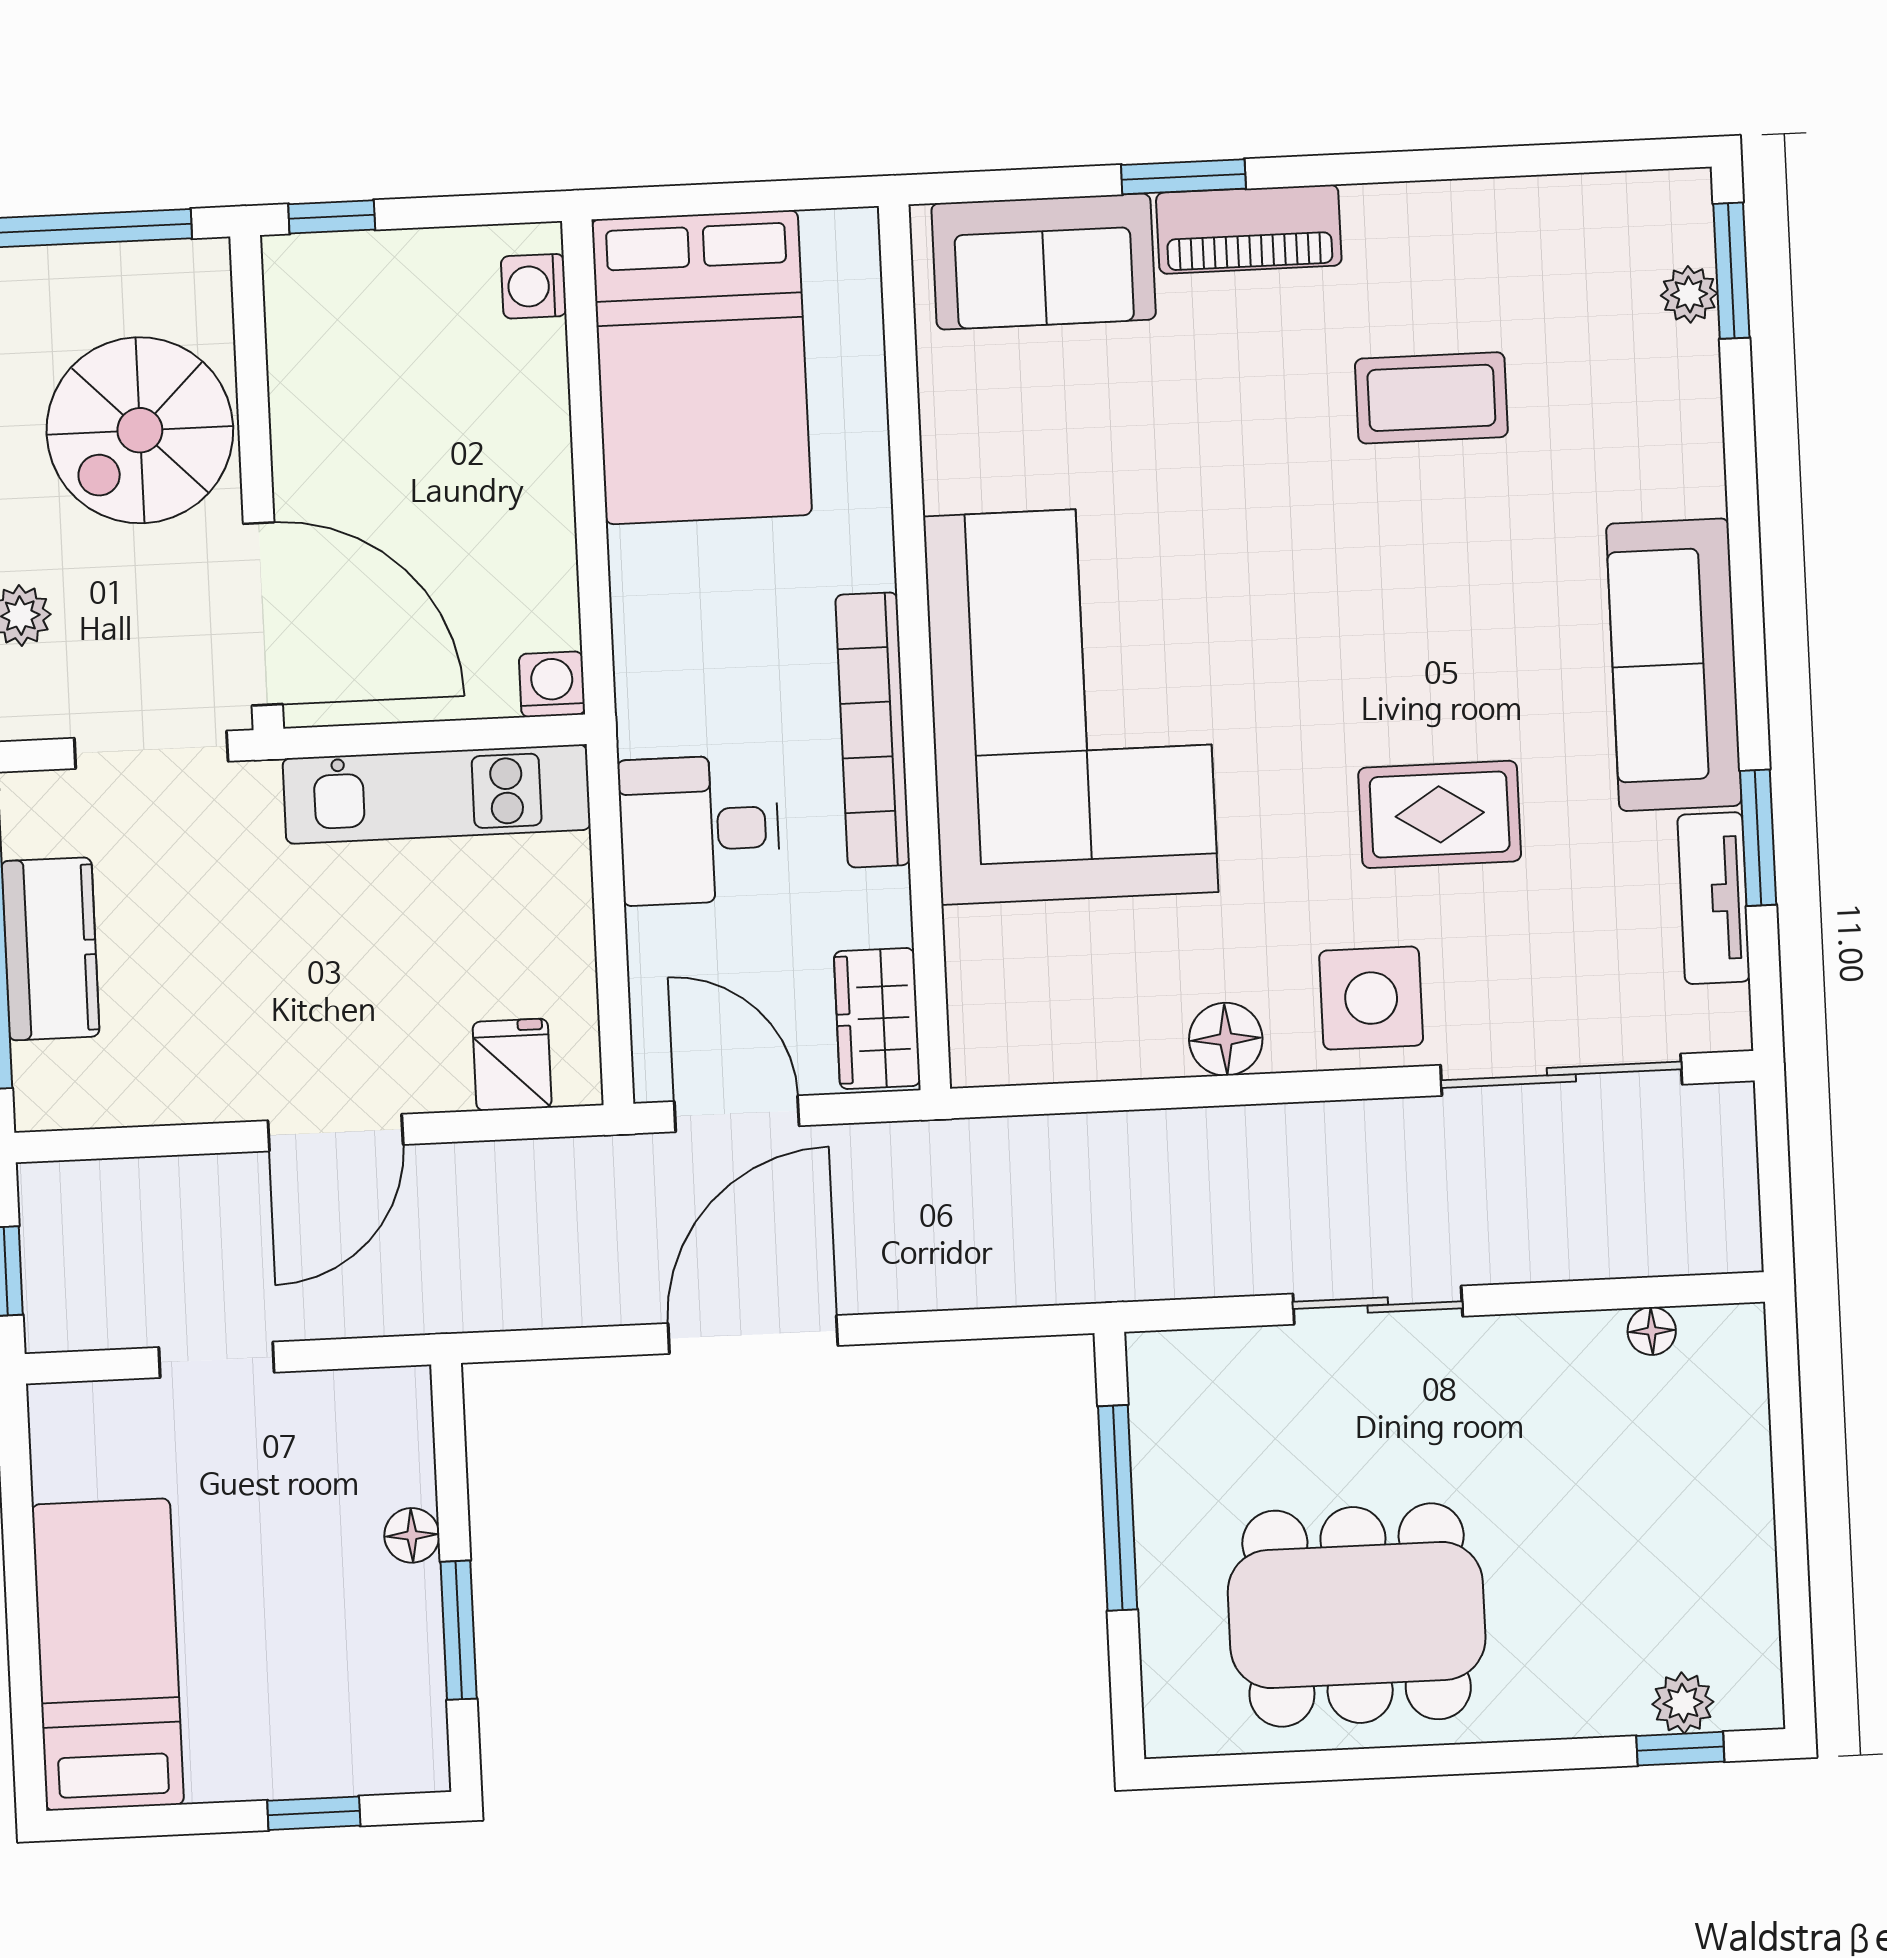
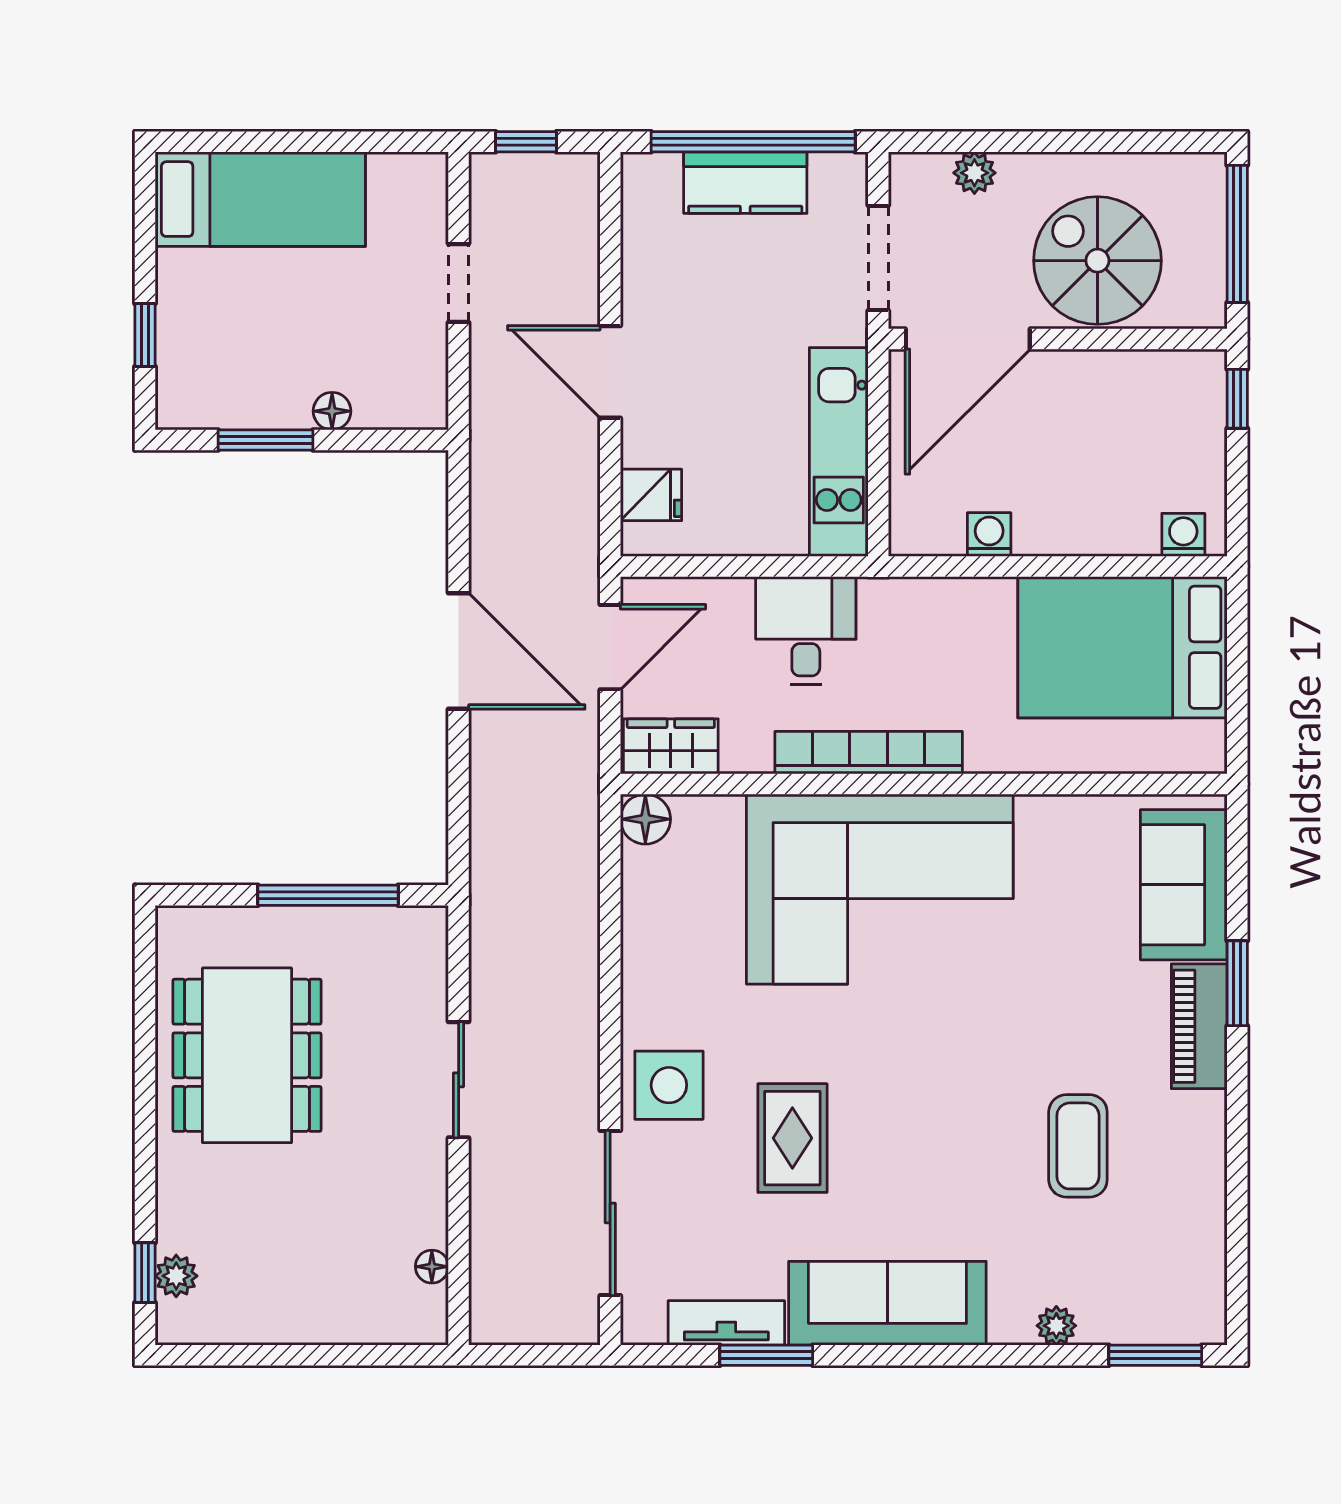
plant: (1689, 294) -> (1056, 1326), moved
washing machine: (552, 684) -> (989, 535), moved, turned -90
floor lamp: (1226, 1039) -> (645, 819), moved

